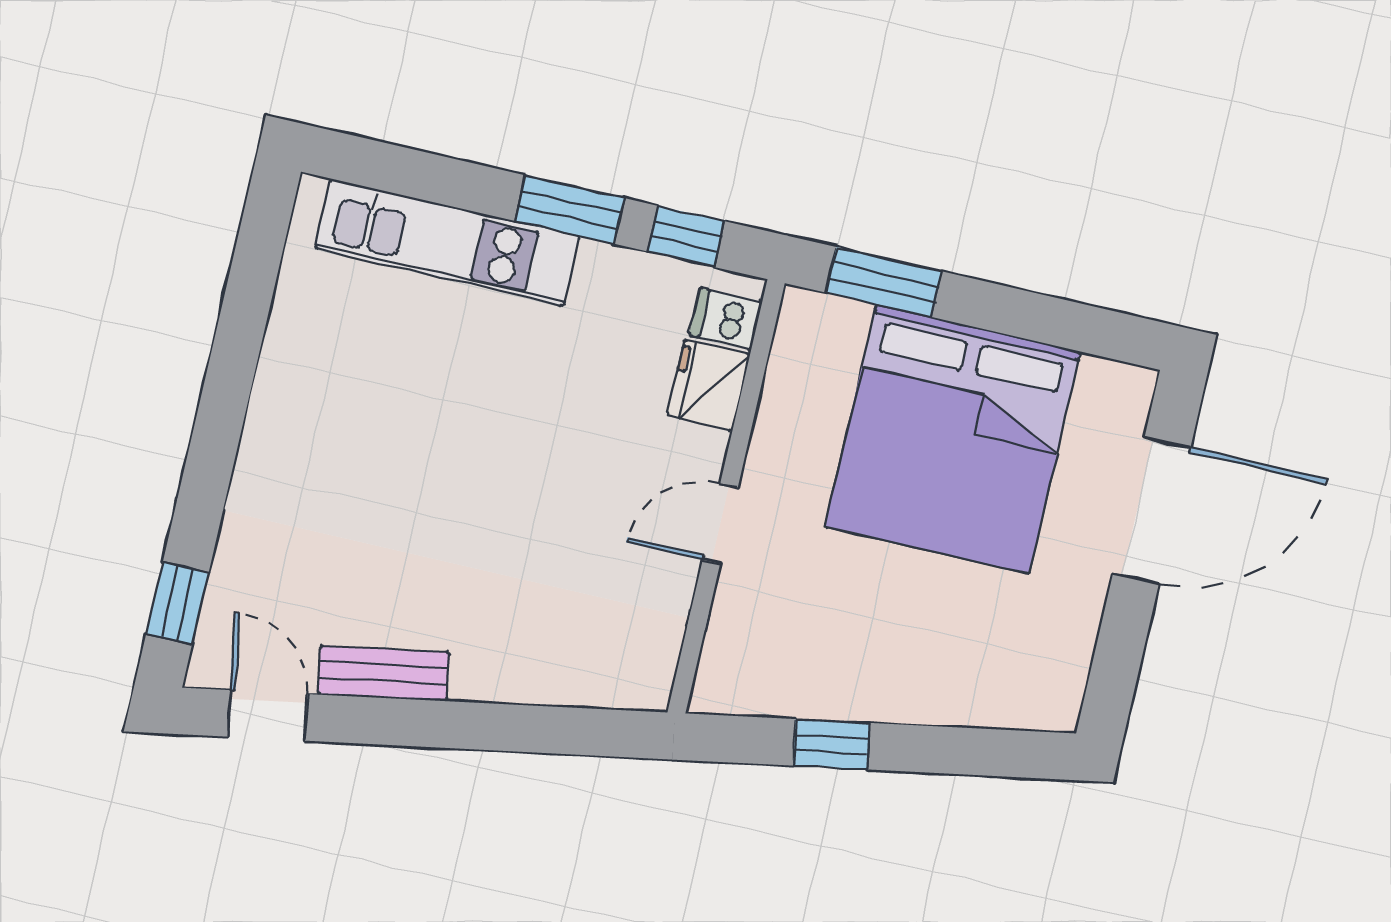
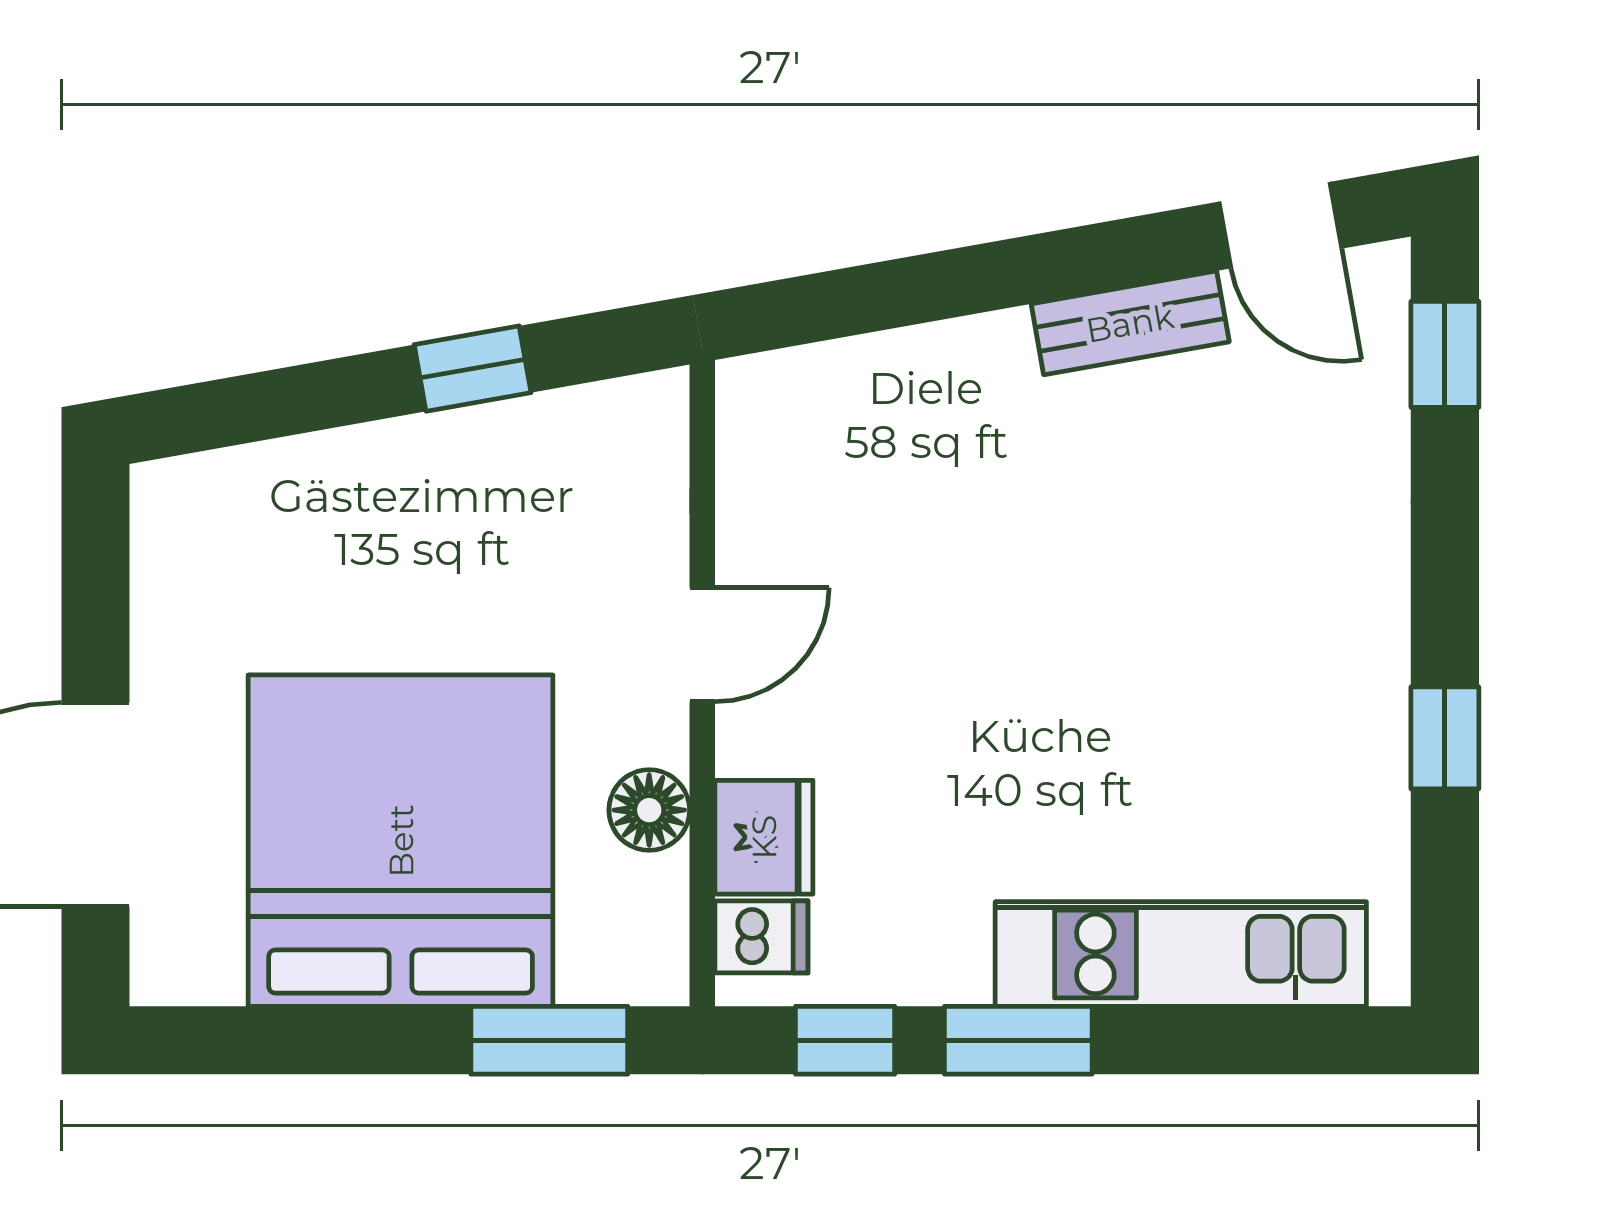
window: (237, 346) -> (1445, 738), added
floor lamp: (781, 421) -> (649, 810), added

